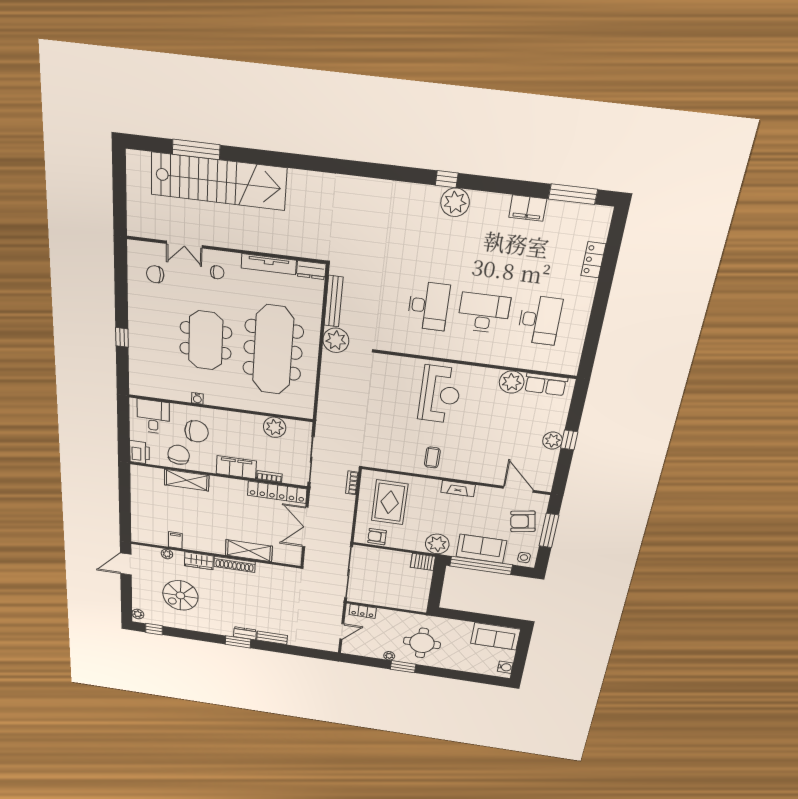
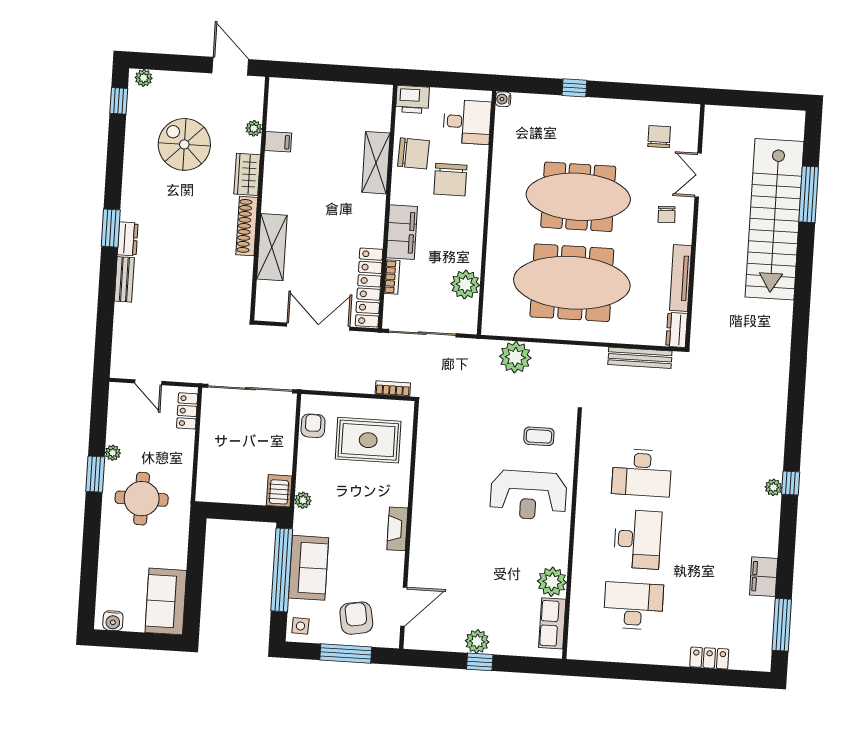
plant: (455, 202) -> (773, 487), width x0.53, depth x0.53
desk: (539, 320) -> (633, 606), turned 180
meeting table: (206, 340) -> (578, 197), width x1.36
plant: (336, 340) -> (515, 357), moved
water cooler: (197, 398) -> (503, 99), moved
coffee table: (432, 457) -> (539, 436), moved
plant: (437, 544) -> (303, 500), width x0.53, depth x0.53

